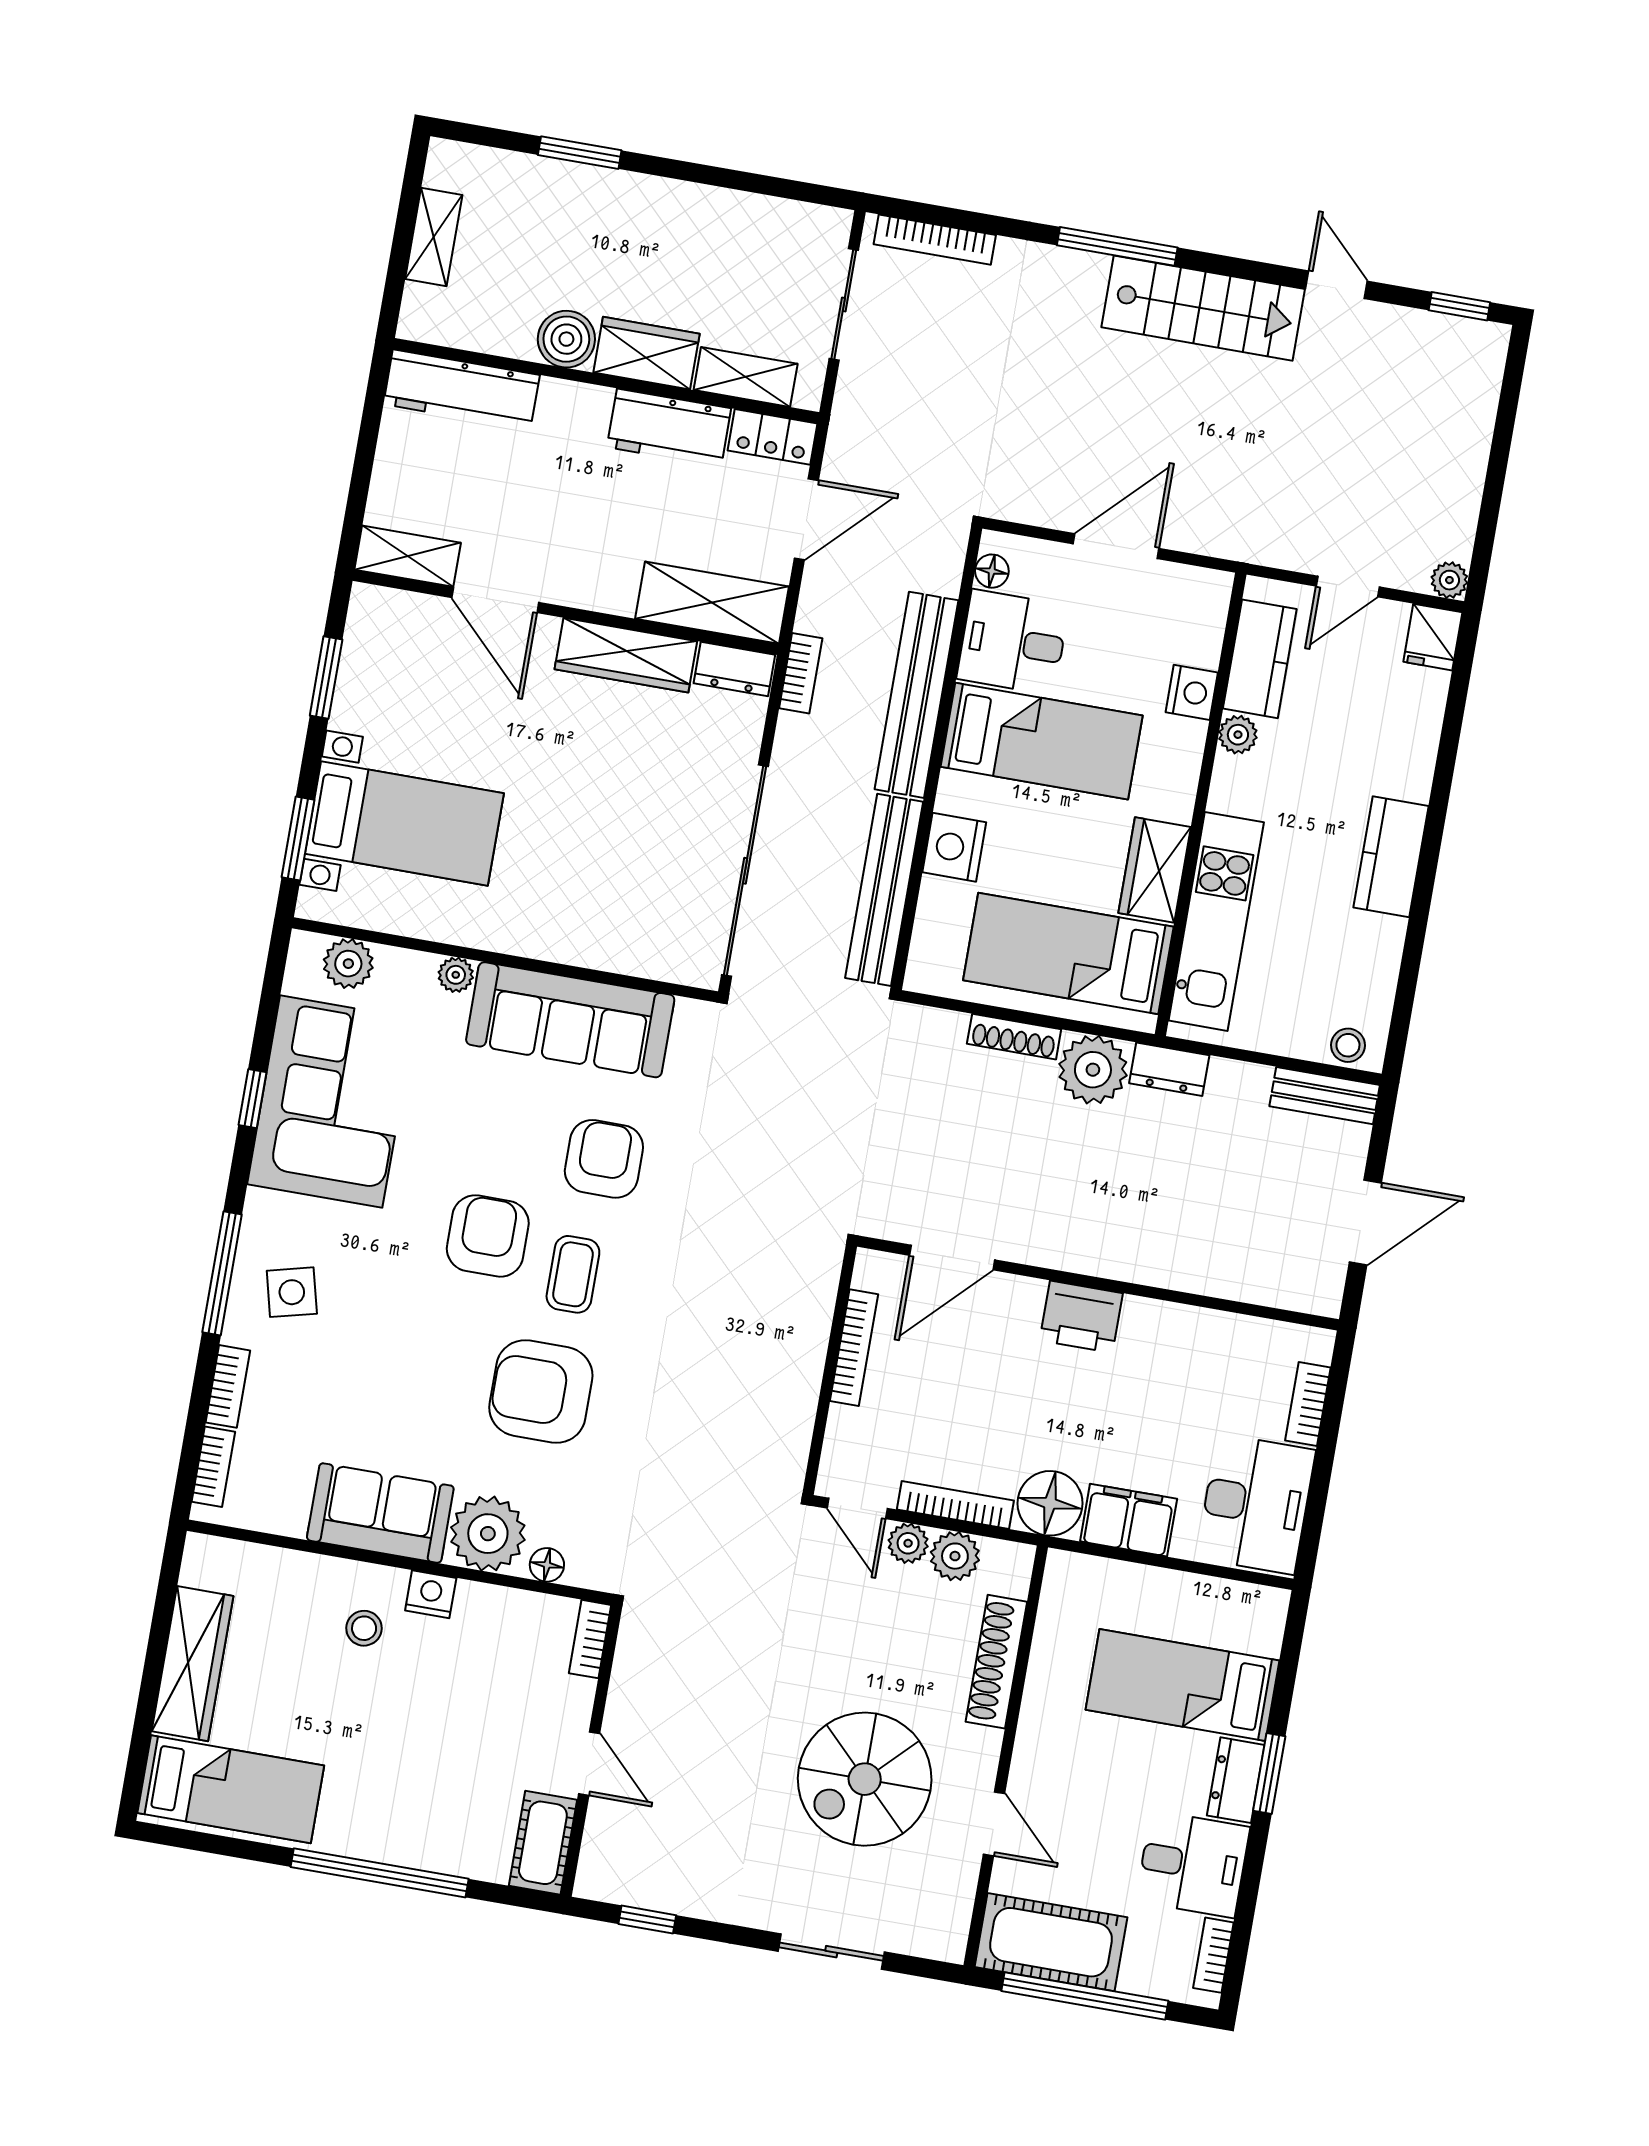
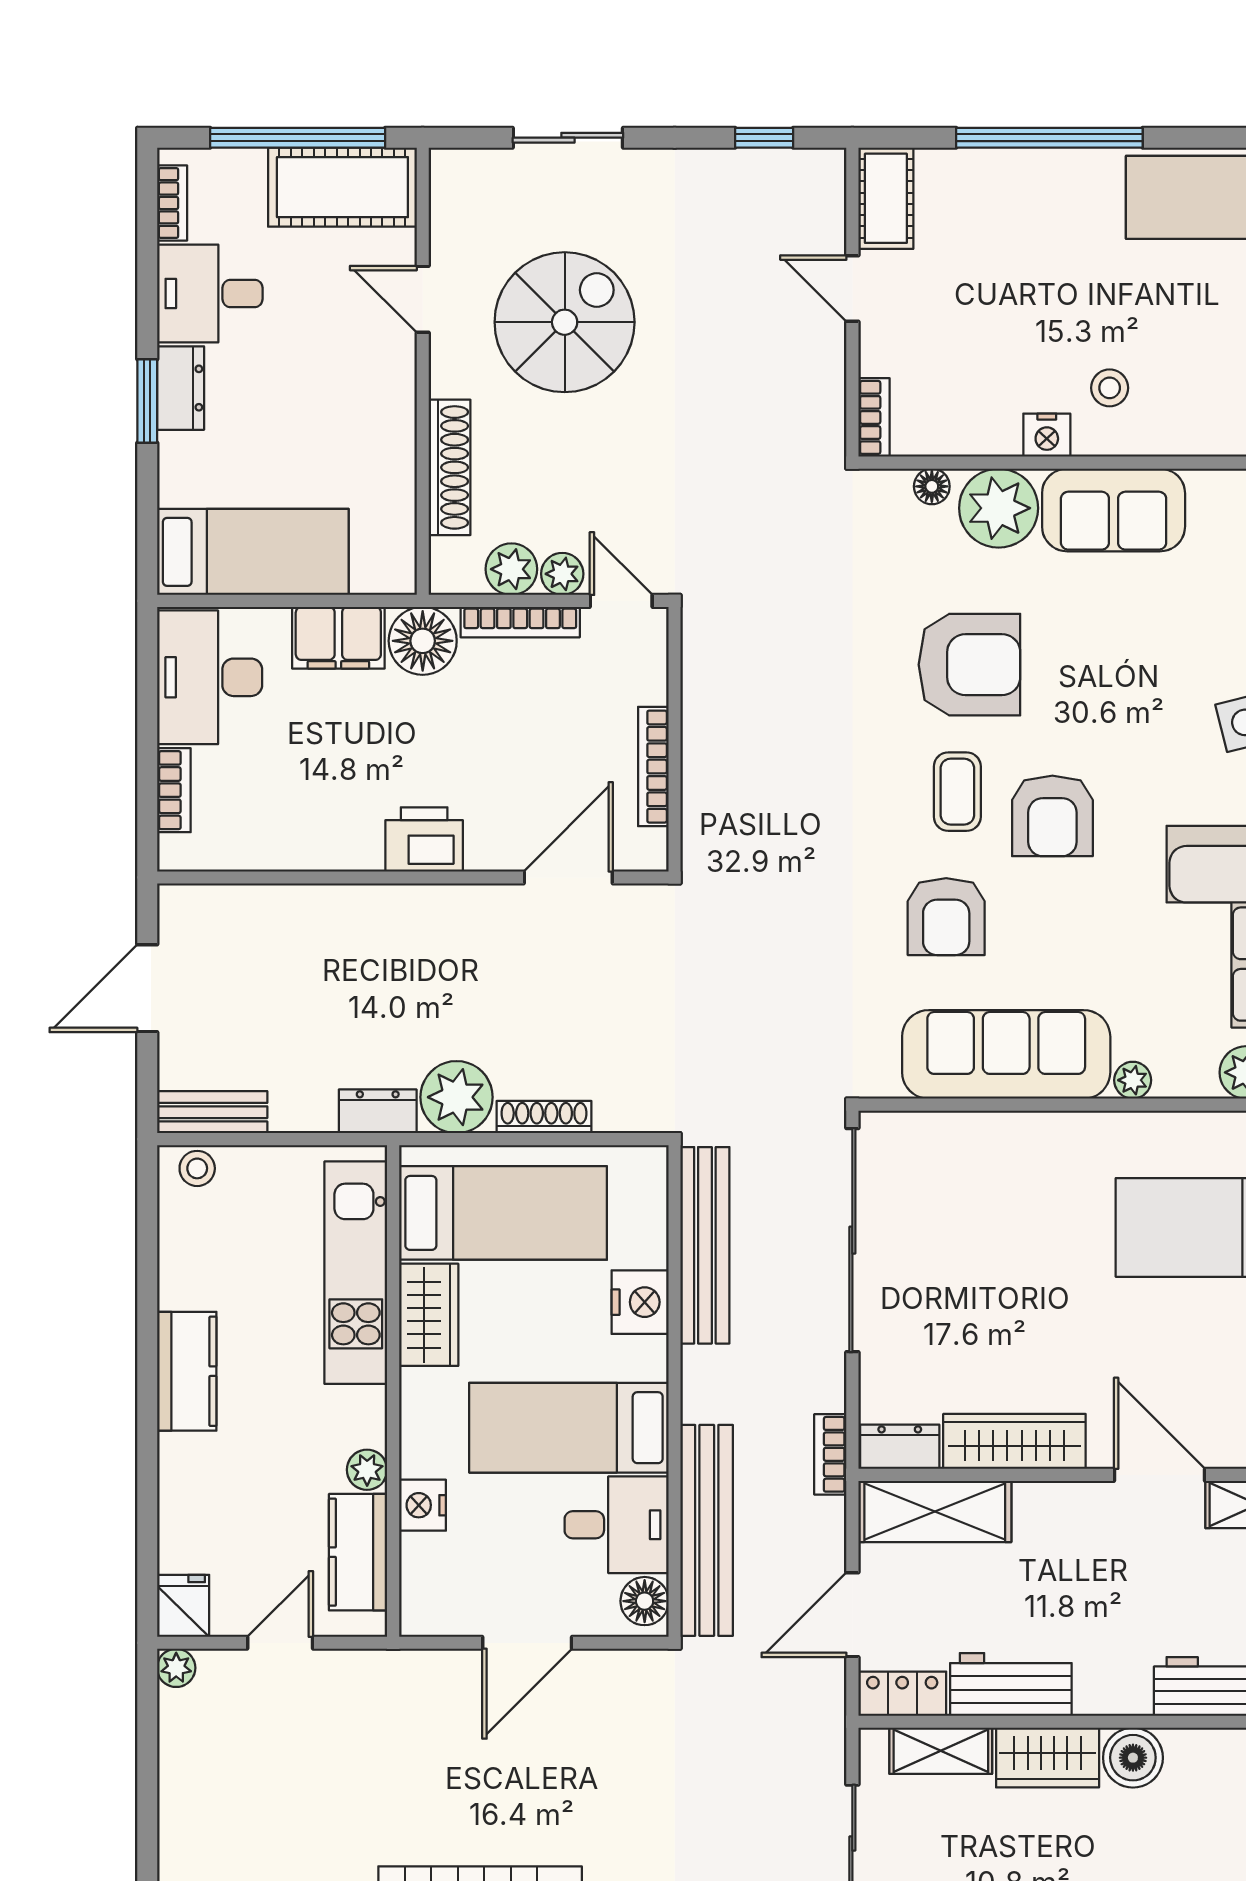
floor lamp: (992, 571) -> (645, 1601), width x1.37, depth x1.37
bench: (916, 695) -> (707, 1530), moved
bed: (1183, 1685) -> (253, 552), moved

